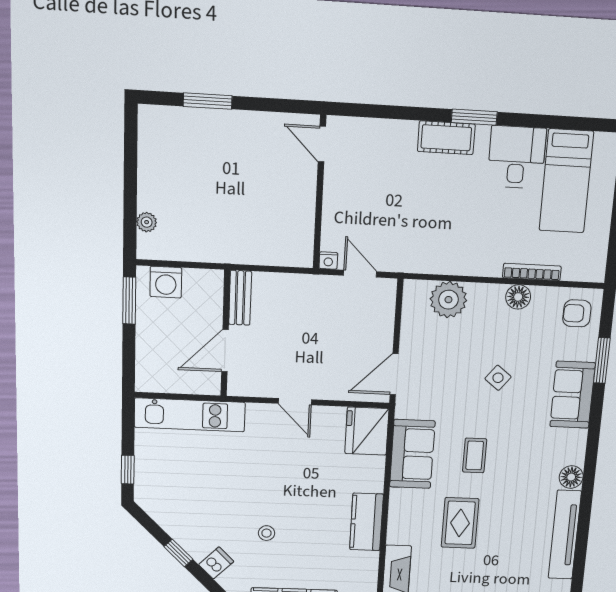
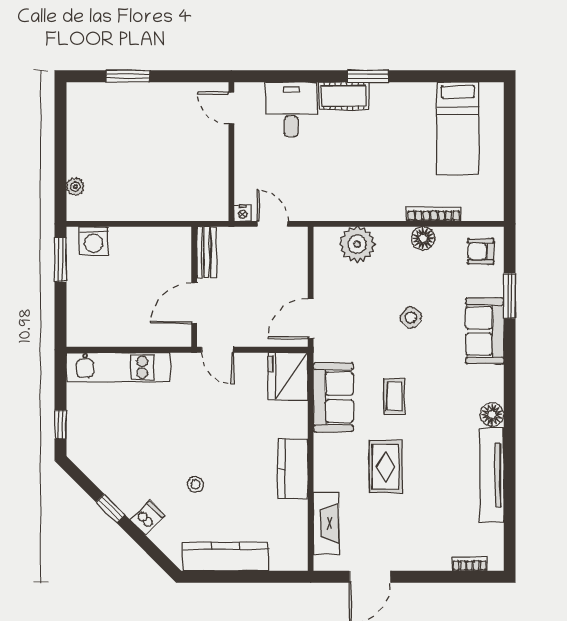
desk: (517, 157) -> (291, 109), moved
bench: (240, 298) -> (207, 252), moved
wall: (225, 334) -> (194, 287), moved
door: (225, 351) -> (194, 303), moved

